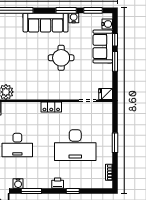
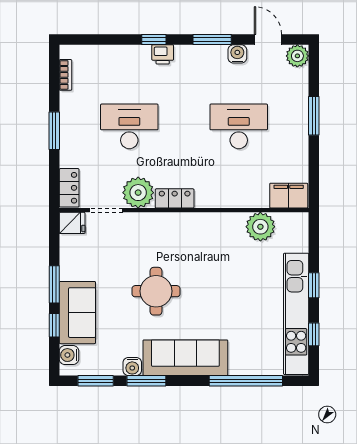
plant: (71, 110) -> (138, 193), added
locker: (107, 113) -> (69, 188), added
desk: (75, 145) -> (129, 126), width x0.73, depth x0.77
window: (73, 191) -> (154, 40), moved

